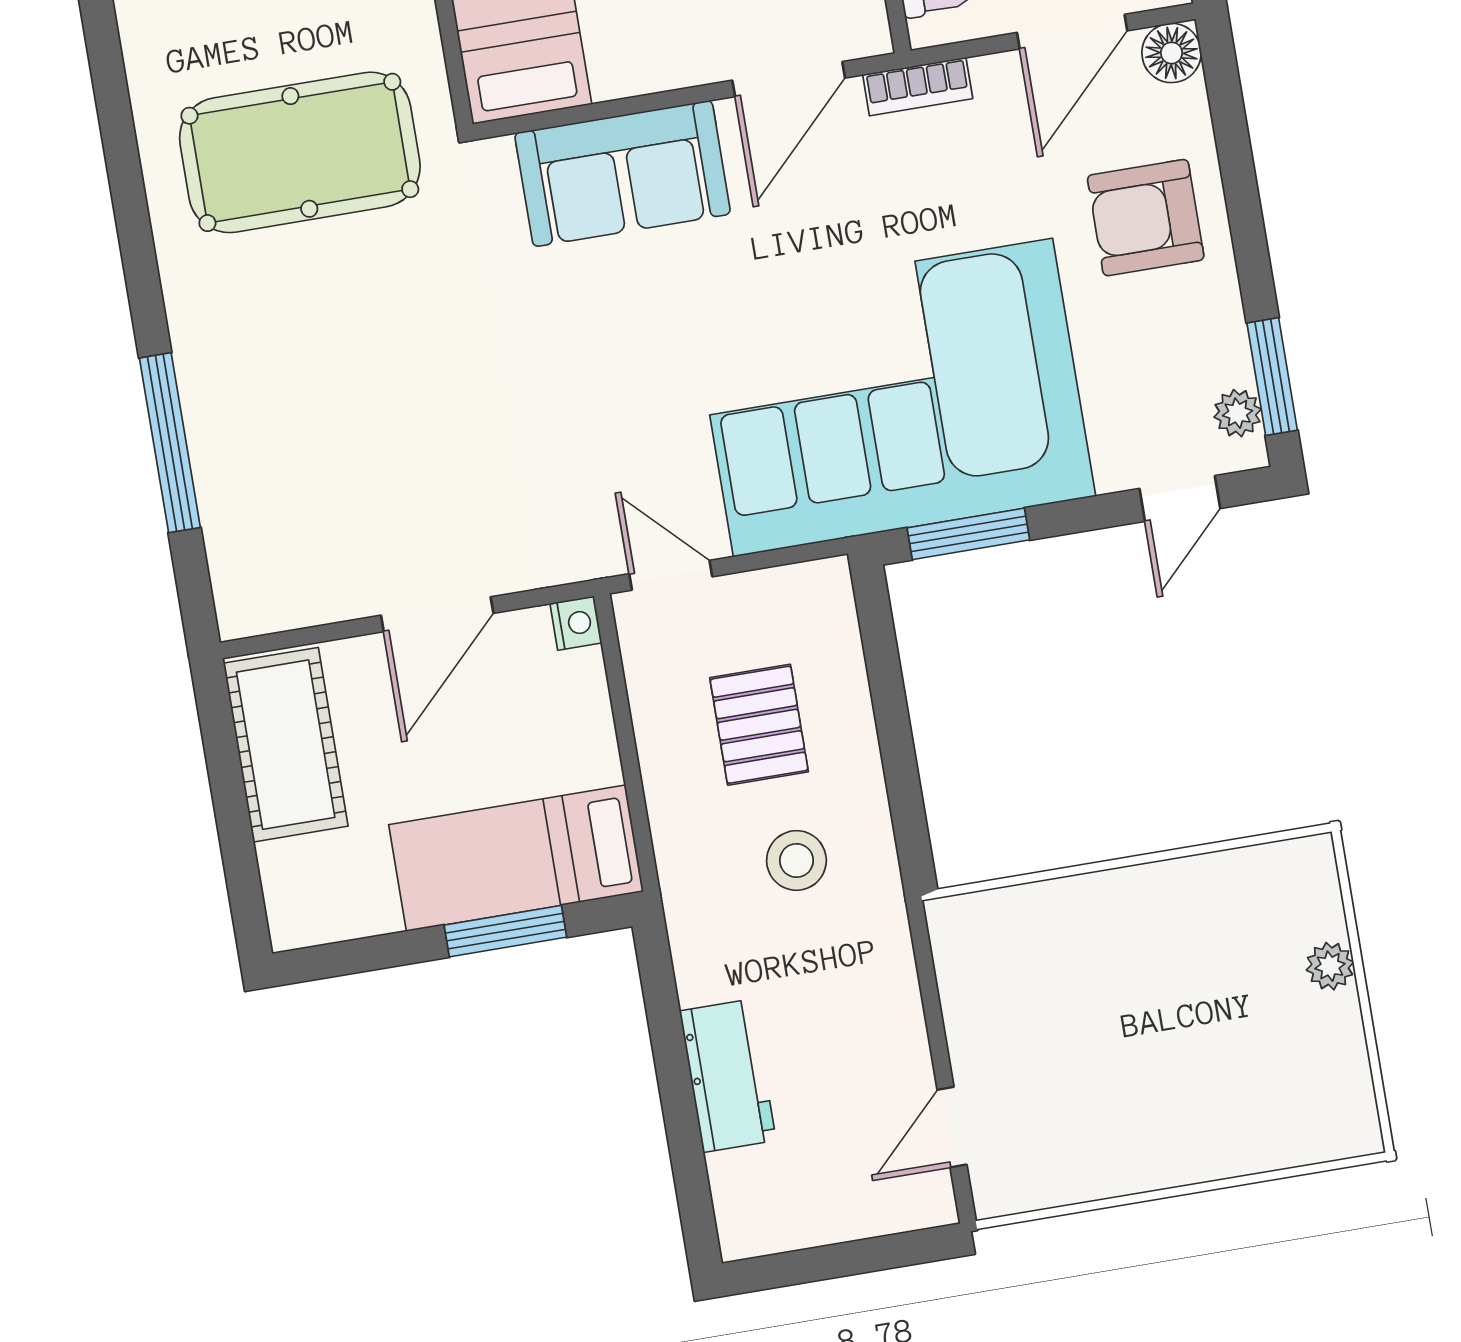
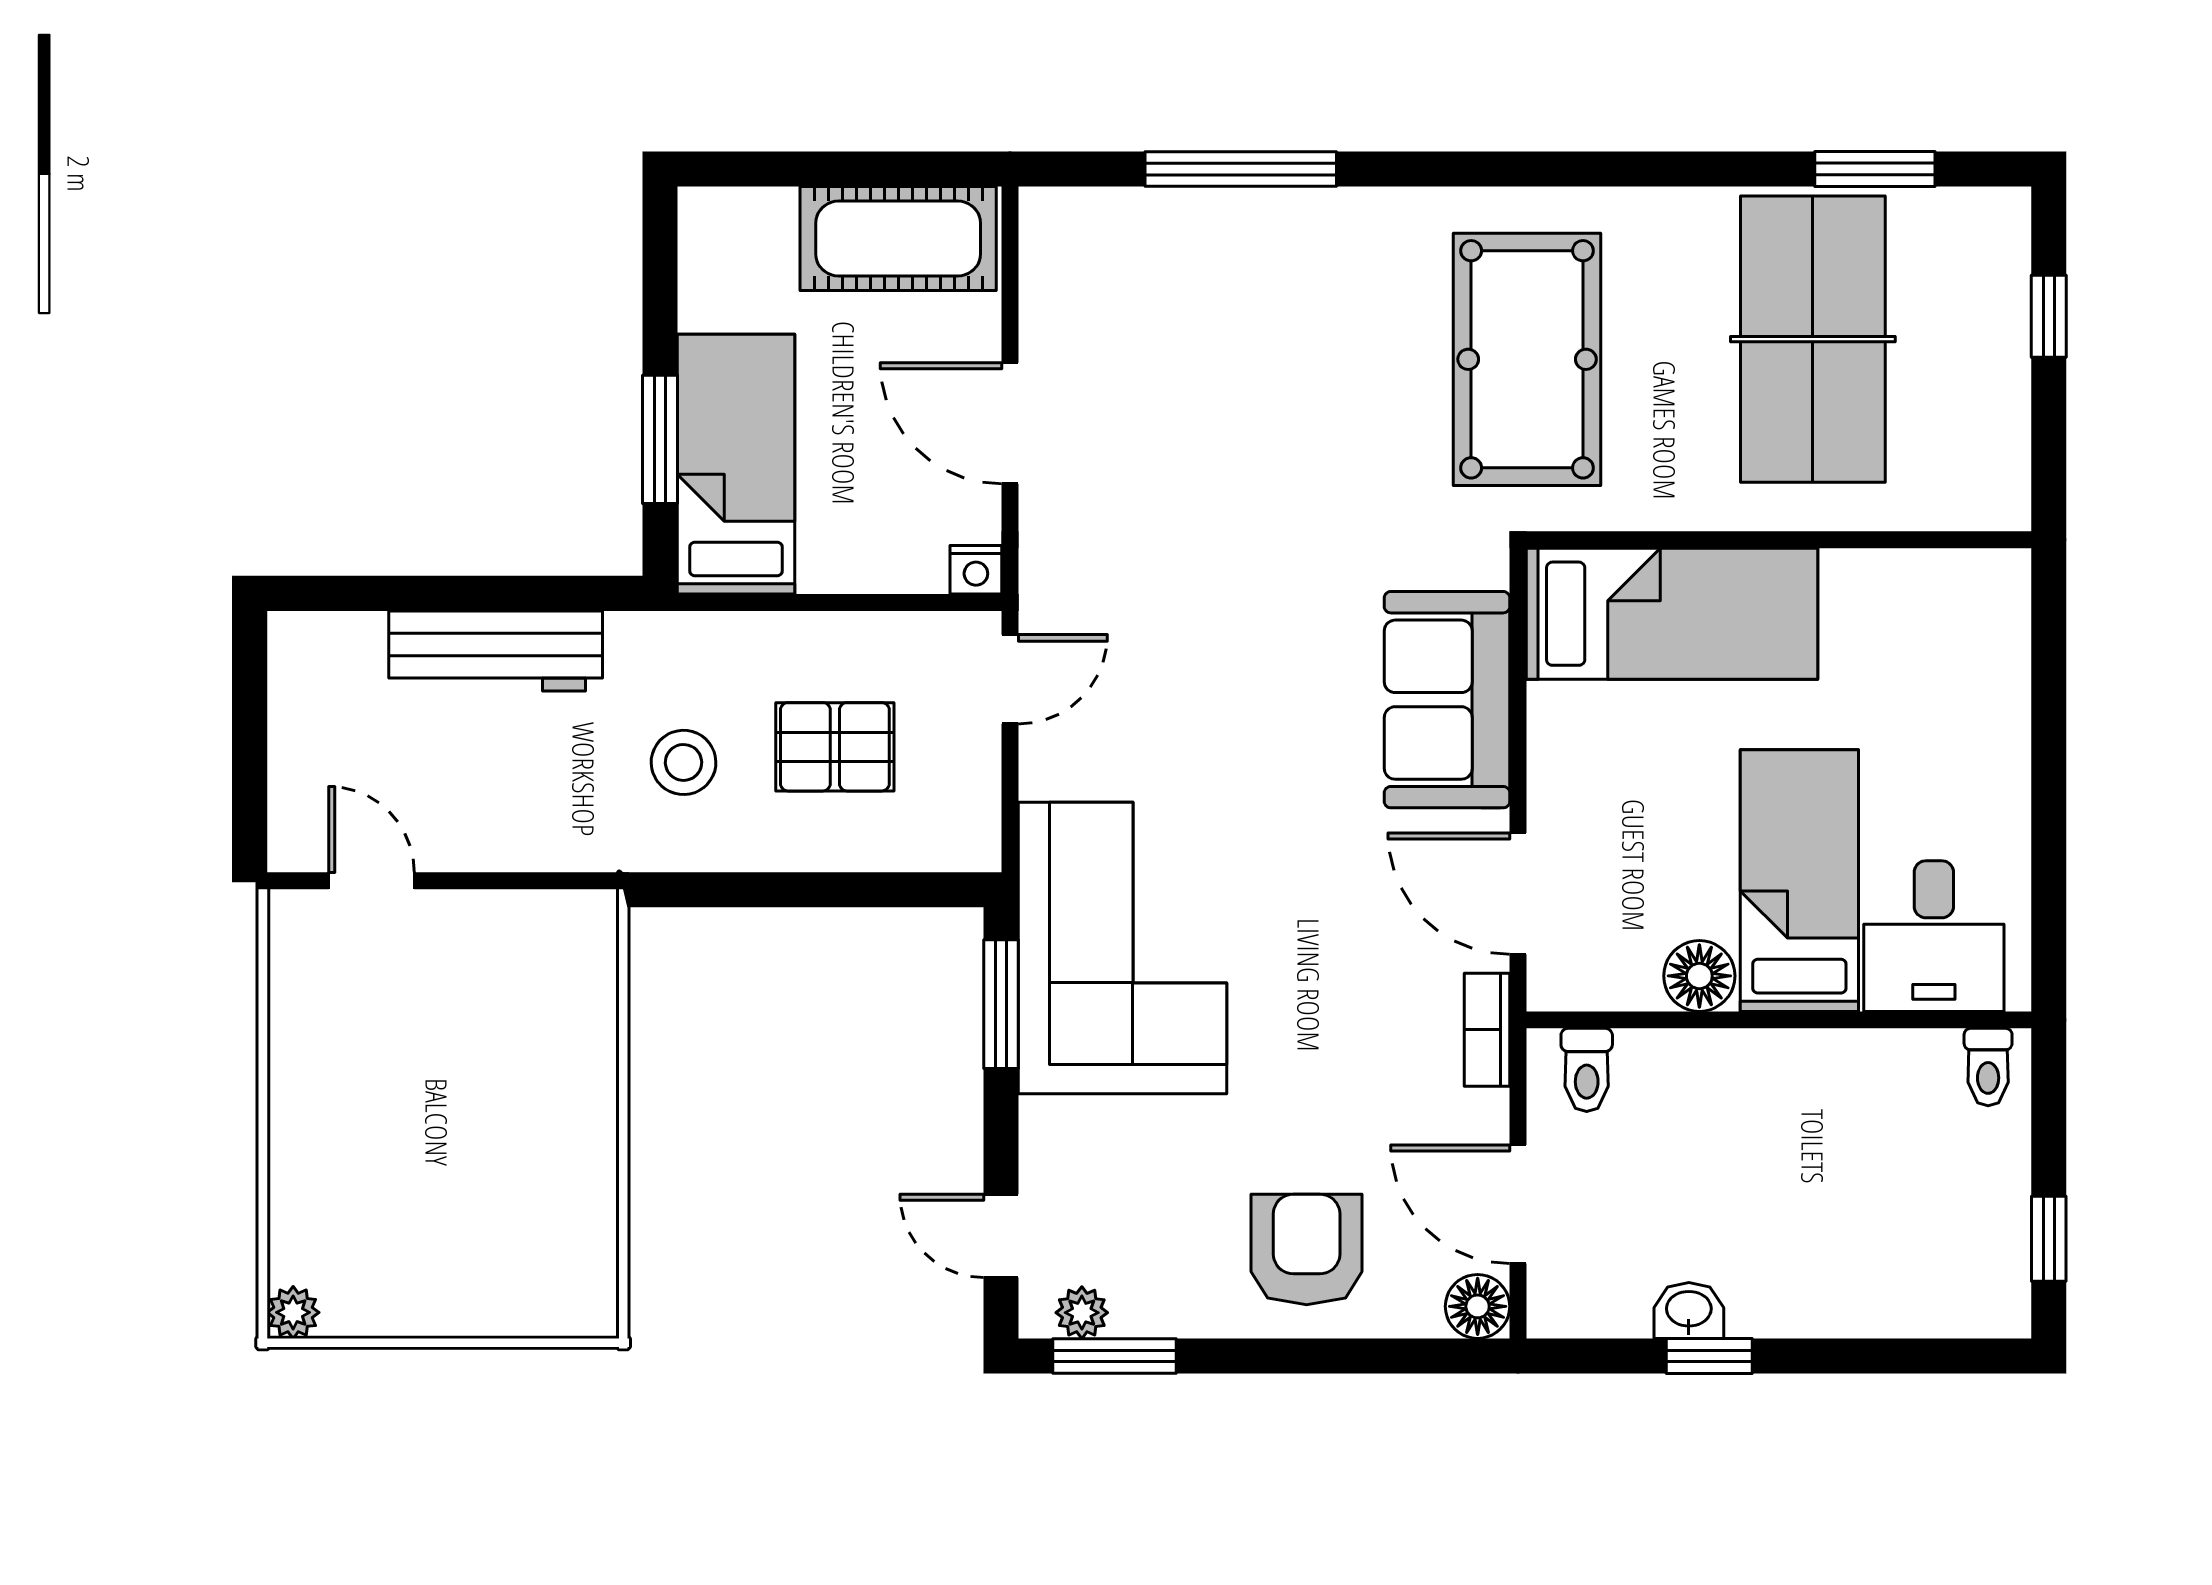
corner sofa: (893, 397) -> (1123, 948), width x0.73, depth x0.74
plant: (1330, 966) -> (293, 1312), moved
workbench: (728, 1076) -> (496, 651), width x1.37

